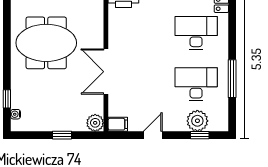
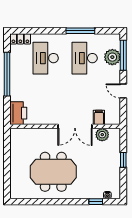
meeting table: (46, 43) -> (53, 172), turned 90
plant: (95, 123) -> (102, 135), moved
filing cabinet: (118, 124) -> (99, 117), moved
window: (200, 135) -> (123, 55), width x2.17

